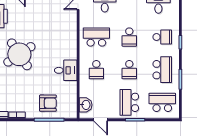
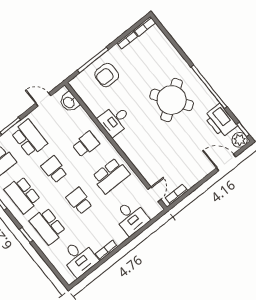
school desk: (162, 37) -> (48, 226), width x1.85
school desk: (96, 70) -> (86, 144), turned 90

